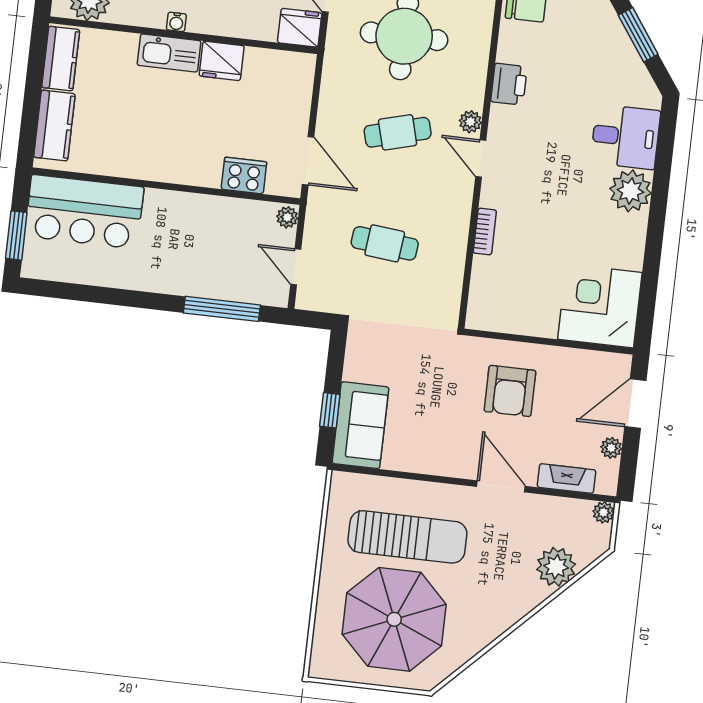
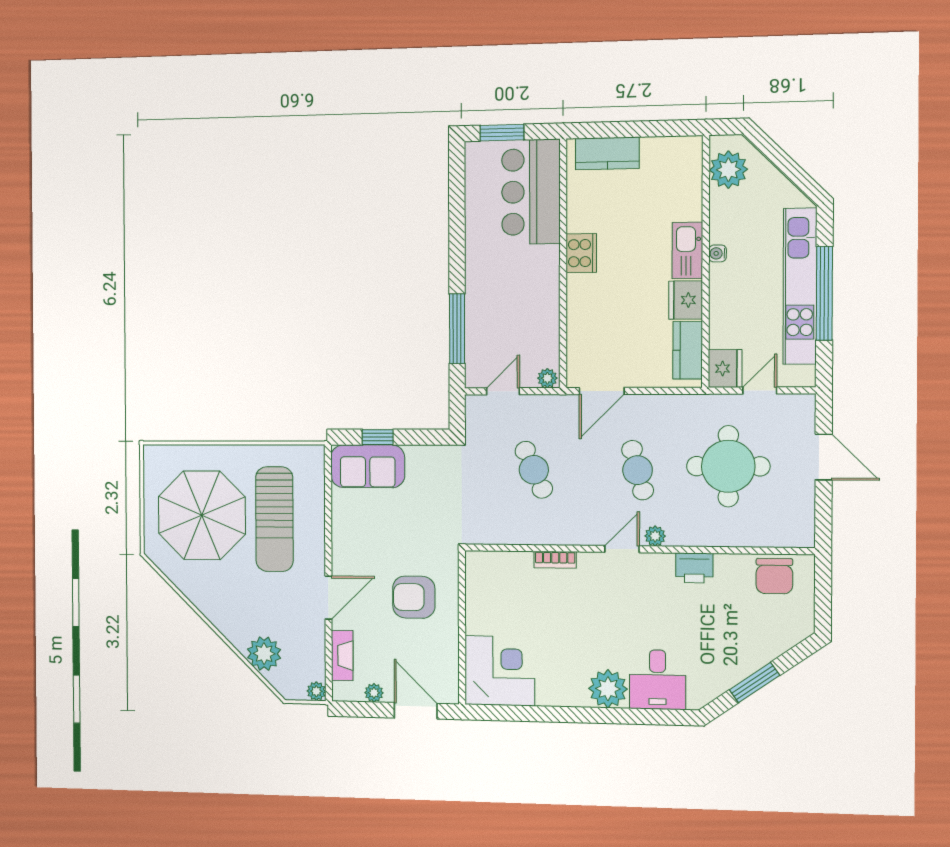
kitchen counter: (61, 59) -> (688, 350), moved, turned 90
cooker: (244, 175) -> (581, 253), moved
cafe table: (385, 243) -> (534, 470), turned -30

